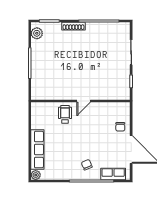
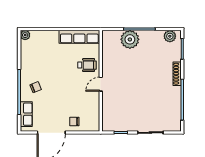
plant: (40, 72) -> (130, 39), added
door: (84, 101) -> (101, 84), hinge flipped
row of seats: (37, 150) -> (79, 37), moved

